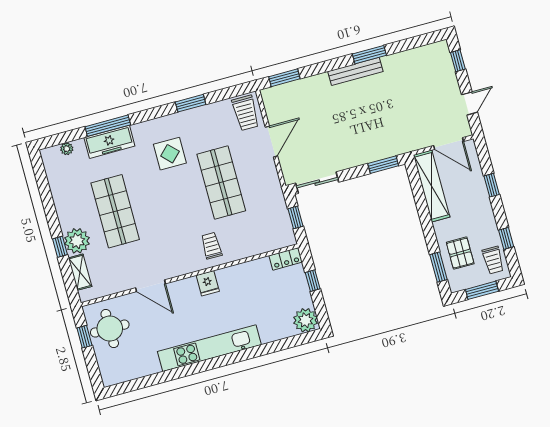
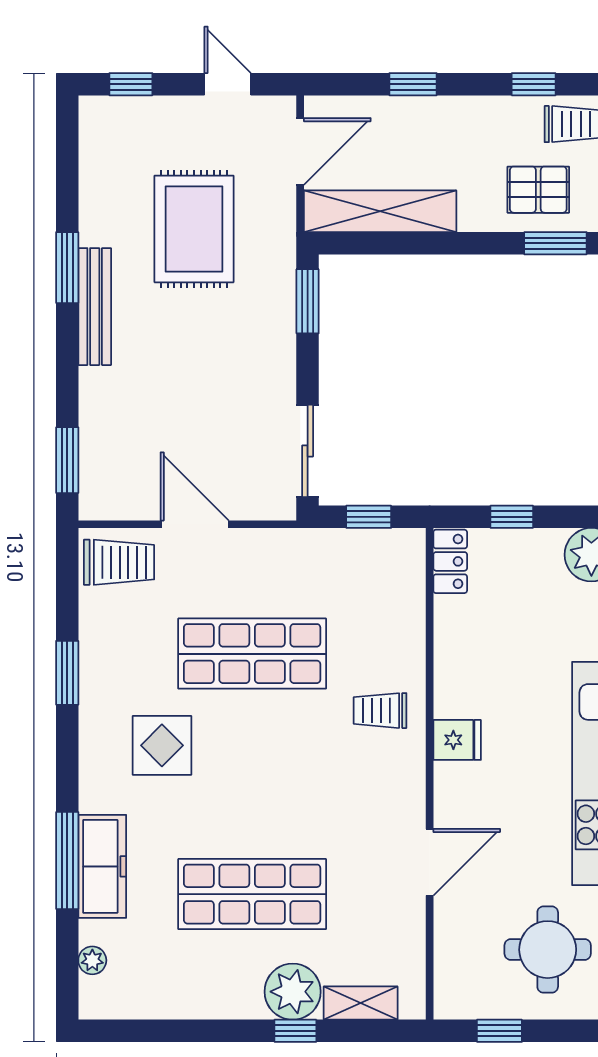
rug: (402, 106) -> (194, 229), added
round table: (110, 329) -> (548, 950), moved

